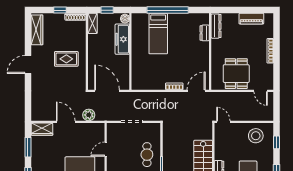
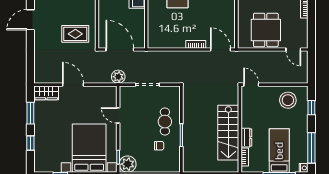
rug: (66, 59) -> (75, 34), moved
door: (196, 91) -> (220, 49), hinge flipped
plant: (89, 115) -> (118, 77), moved
door: (106, 149) -> (118, 115), hinge flipped

